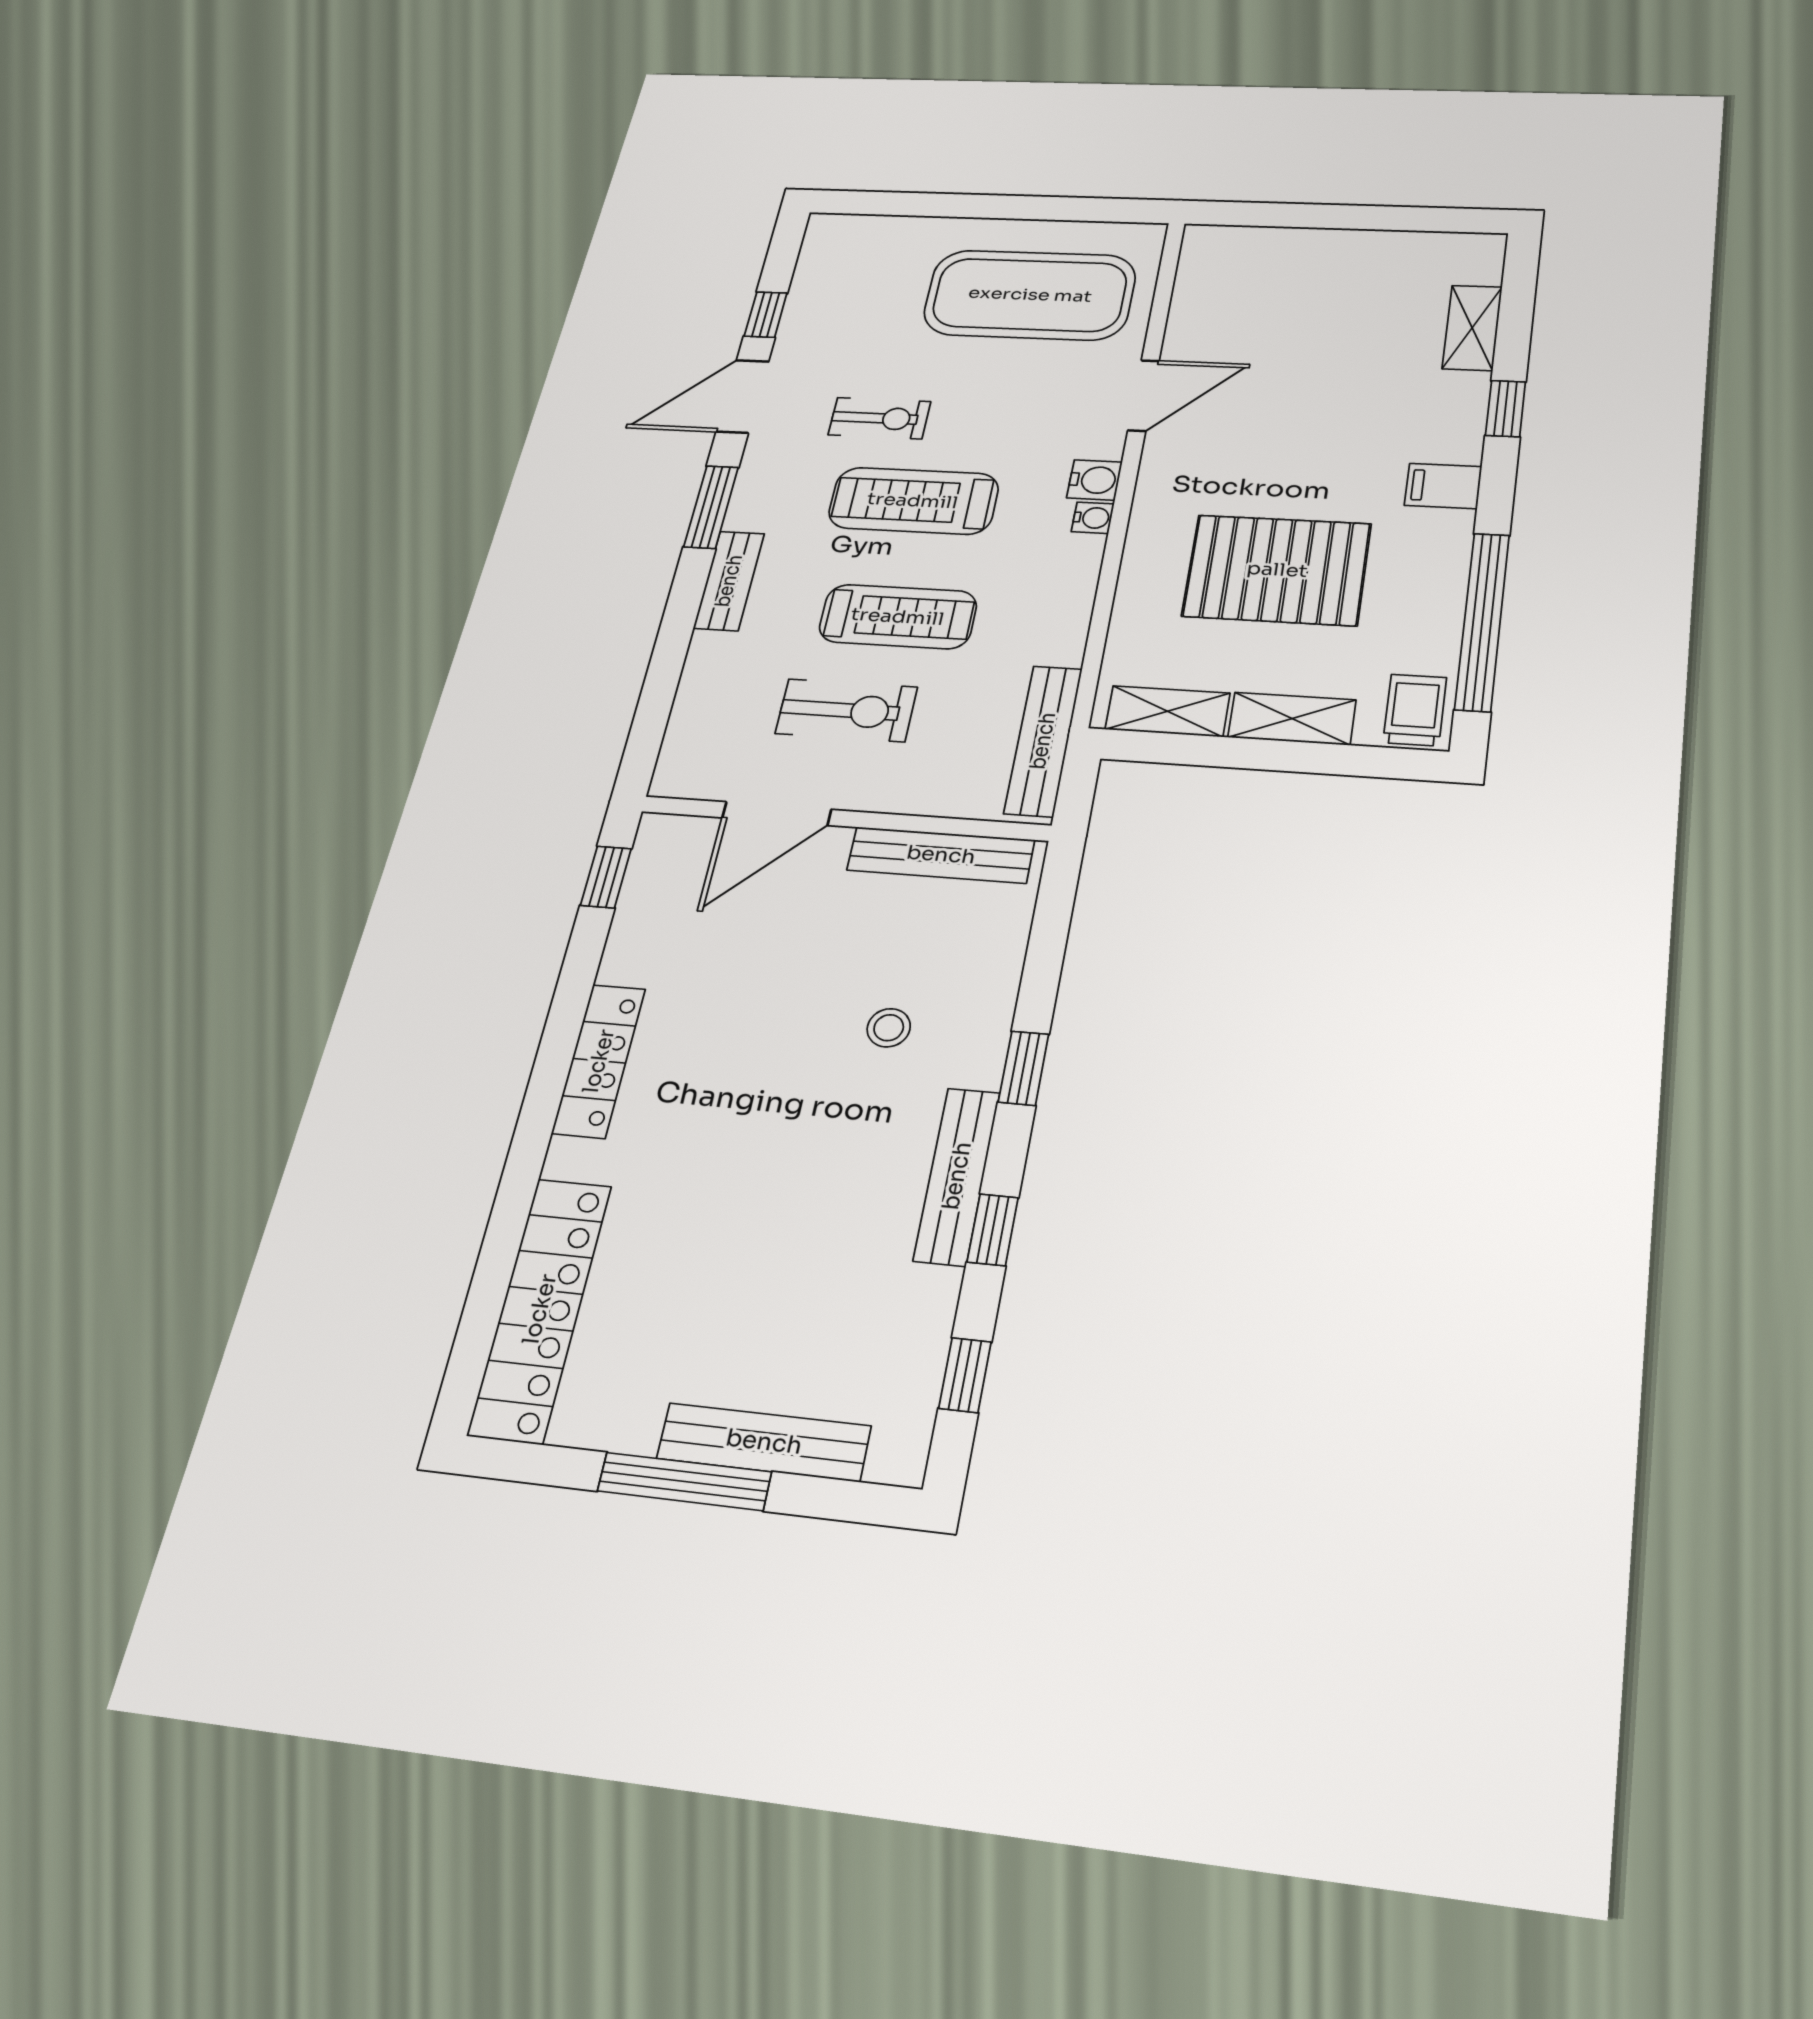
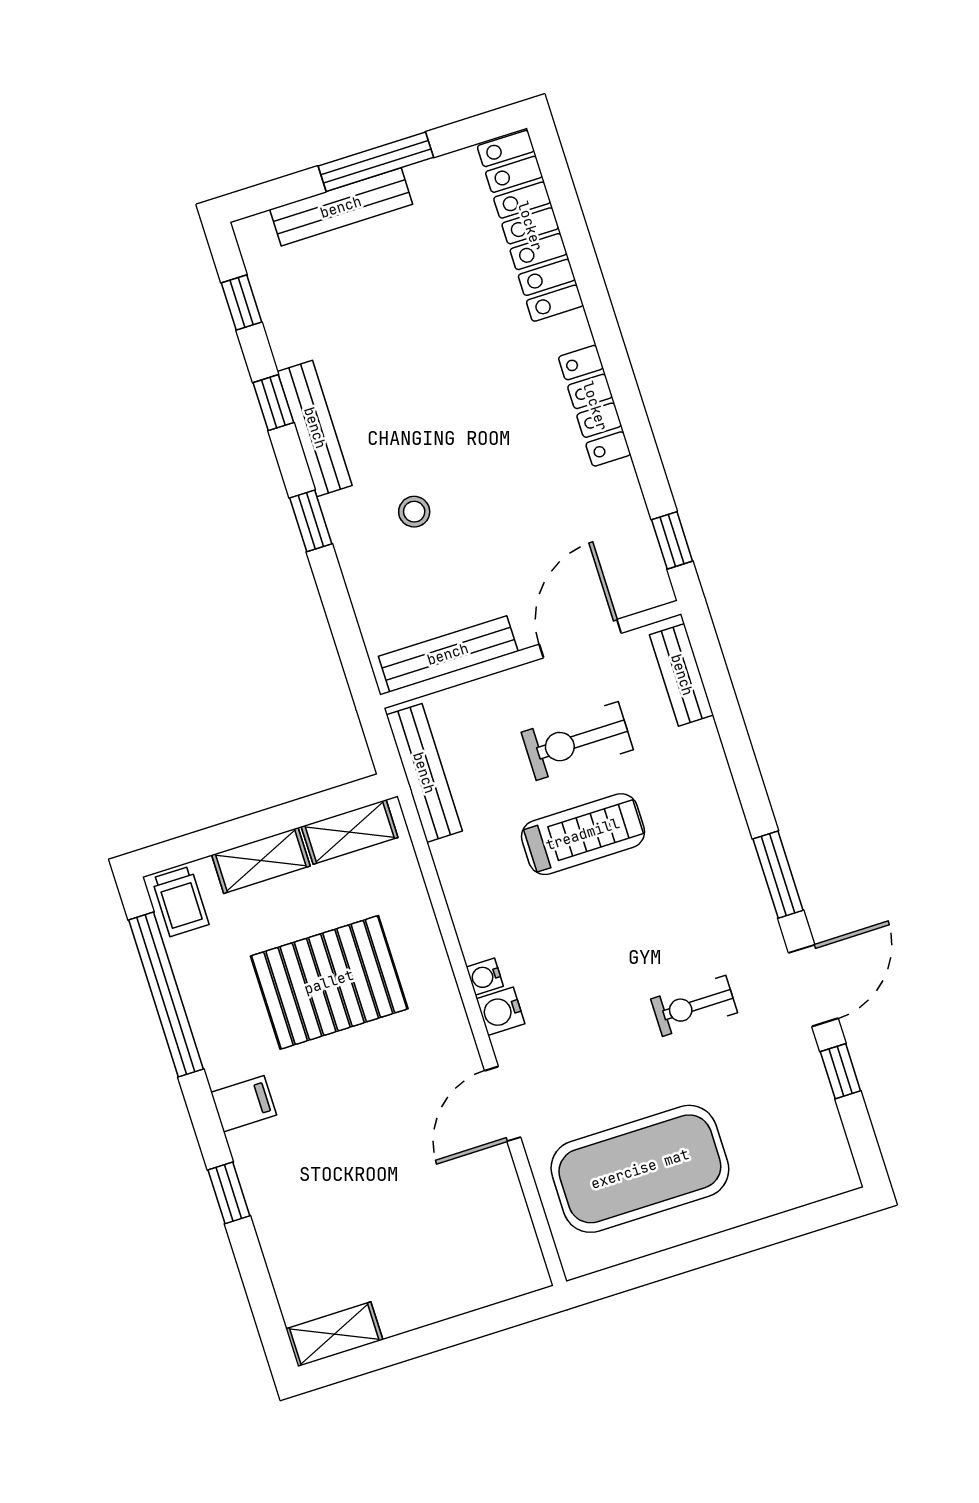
shelving: (1472, 328) -> (334, 1334), moved, turned 90
treadmill: (913, 501) -> (627, 940), removed
bench: (729, 581) -> (682, 675), moved
treadmill: (898, 617) -> (583, 834), turned 180

